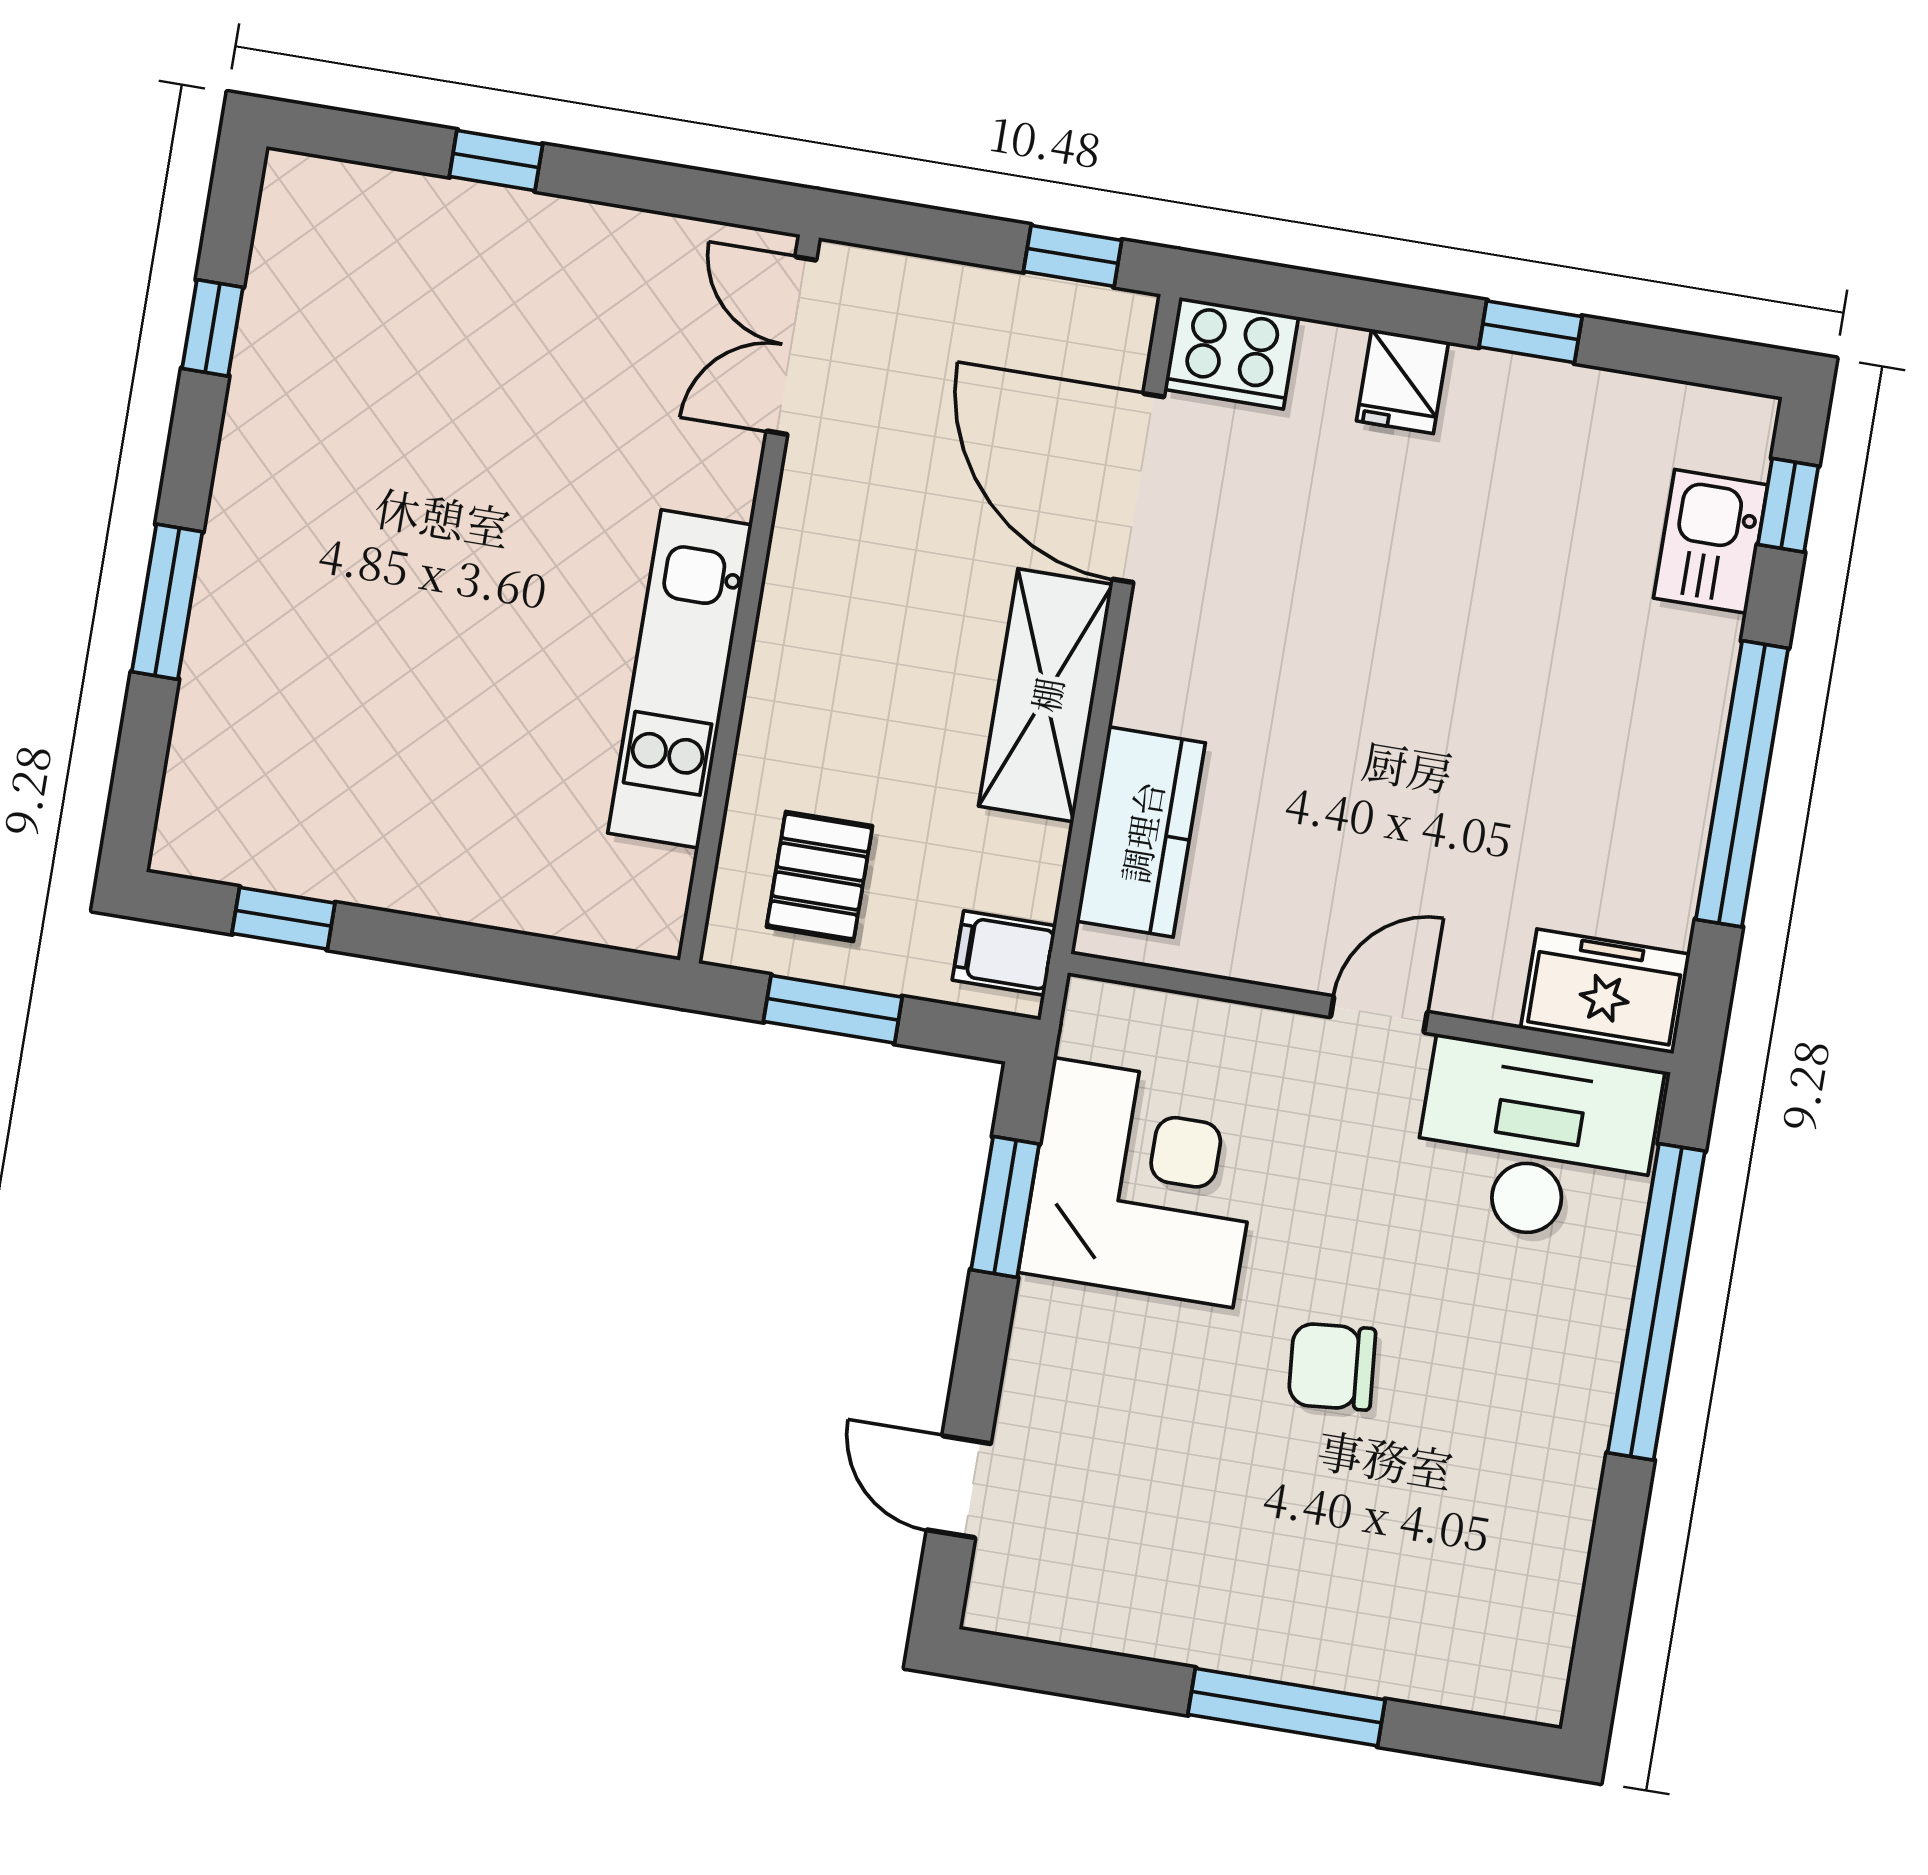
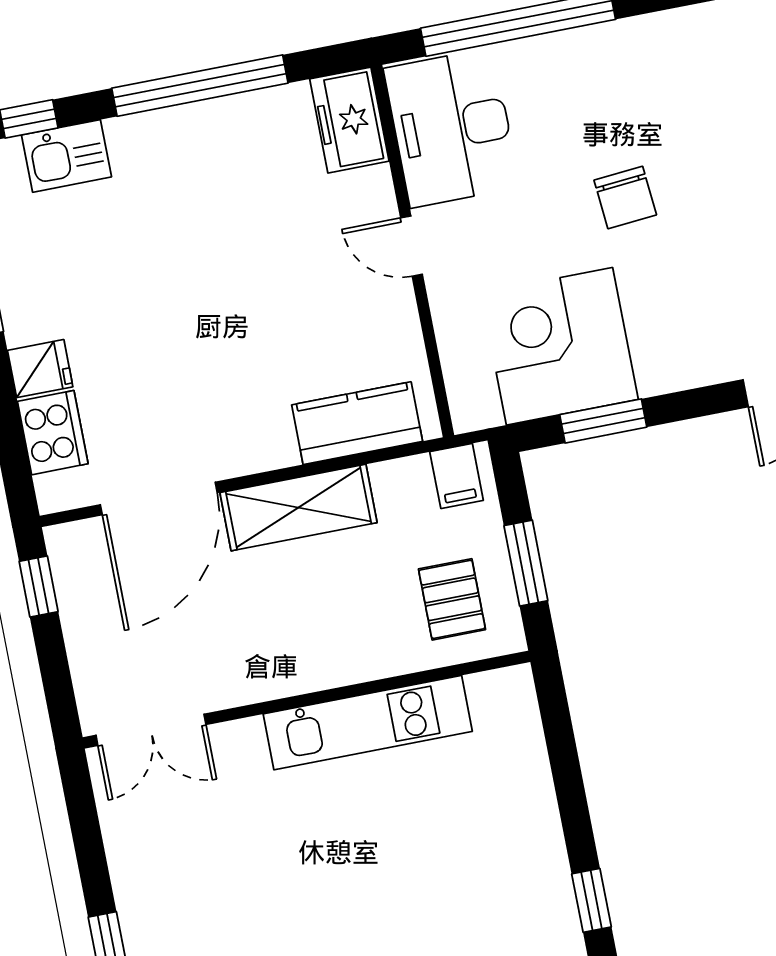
cooker: (1231, 353) -> (53, 433), moved
pallet: (820, 876) -> (452, 599), turned 90

